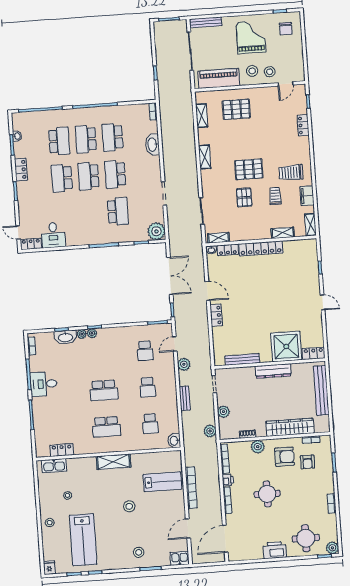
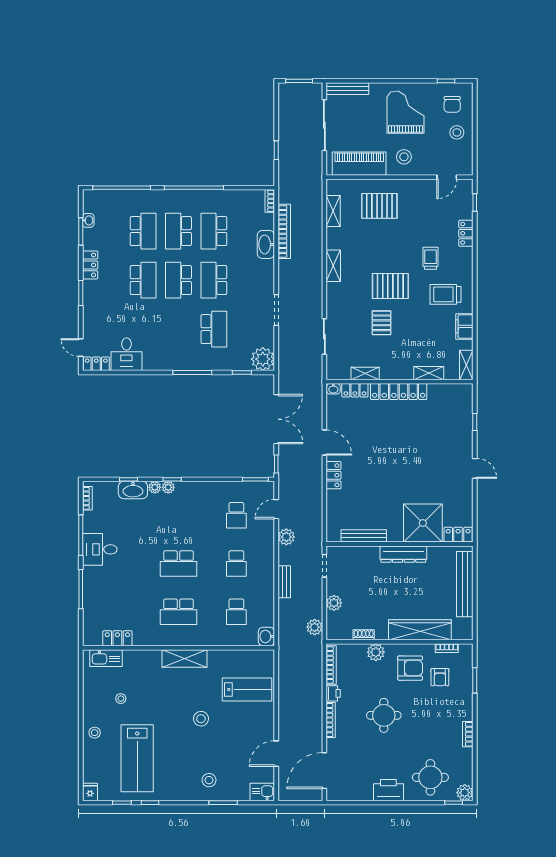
stool: (270, 72) -> (457, 132), moved
school desk: (62, 178) -> (143, 280), turned 180
trolley: (275, 196) -> (431, 258), moved
shelving: (219, 238) -> (365, 373), moved
bookcase: (191, 488) -> (284, 231), moved

